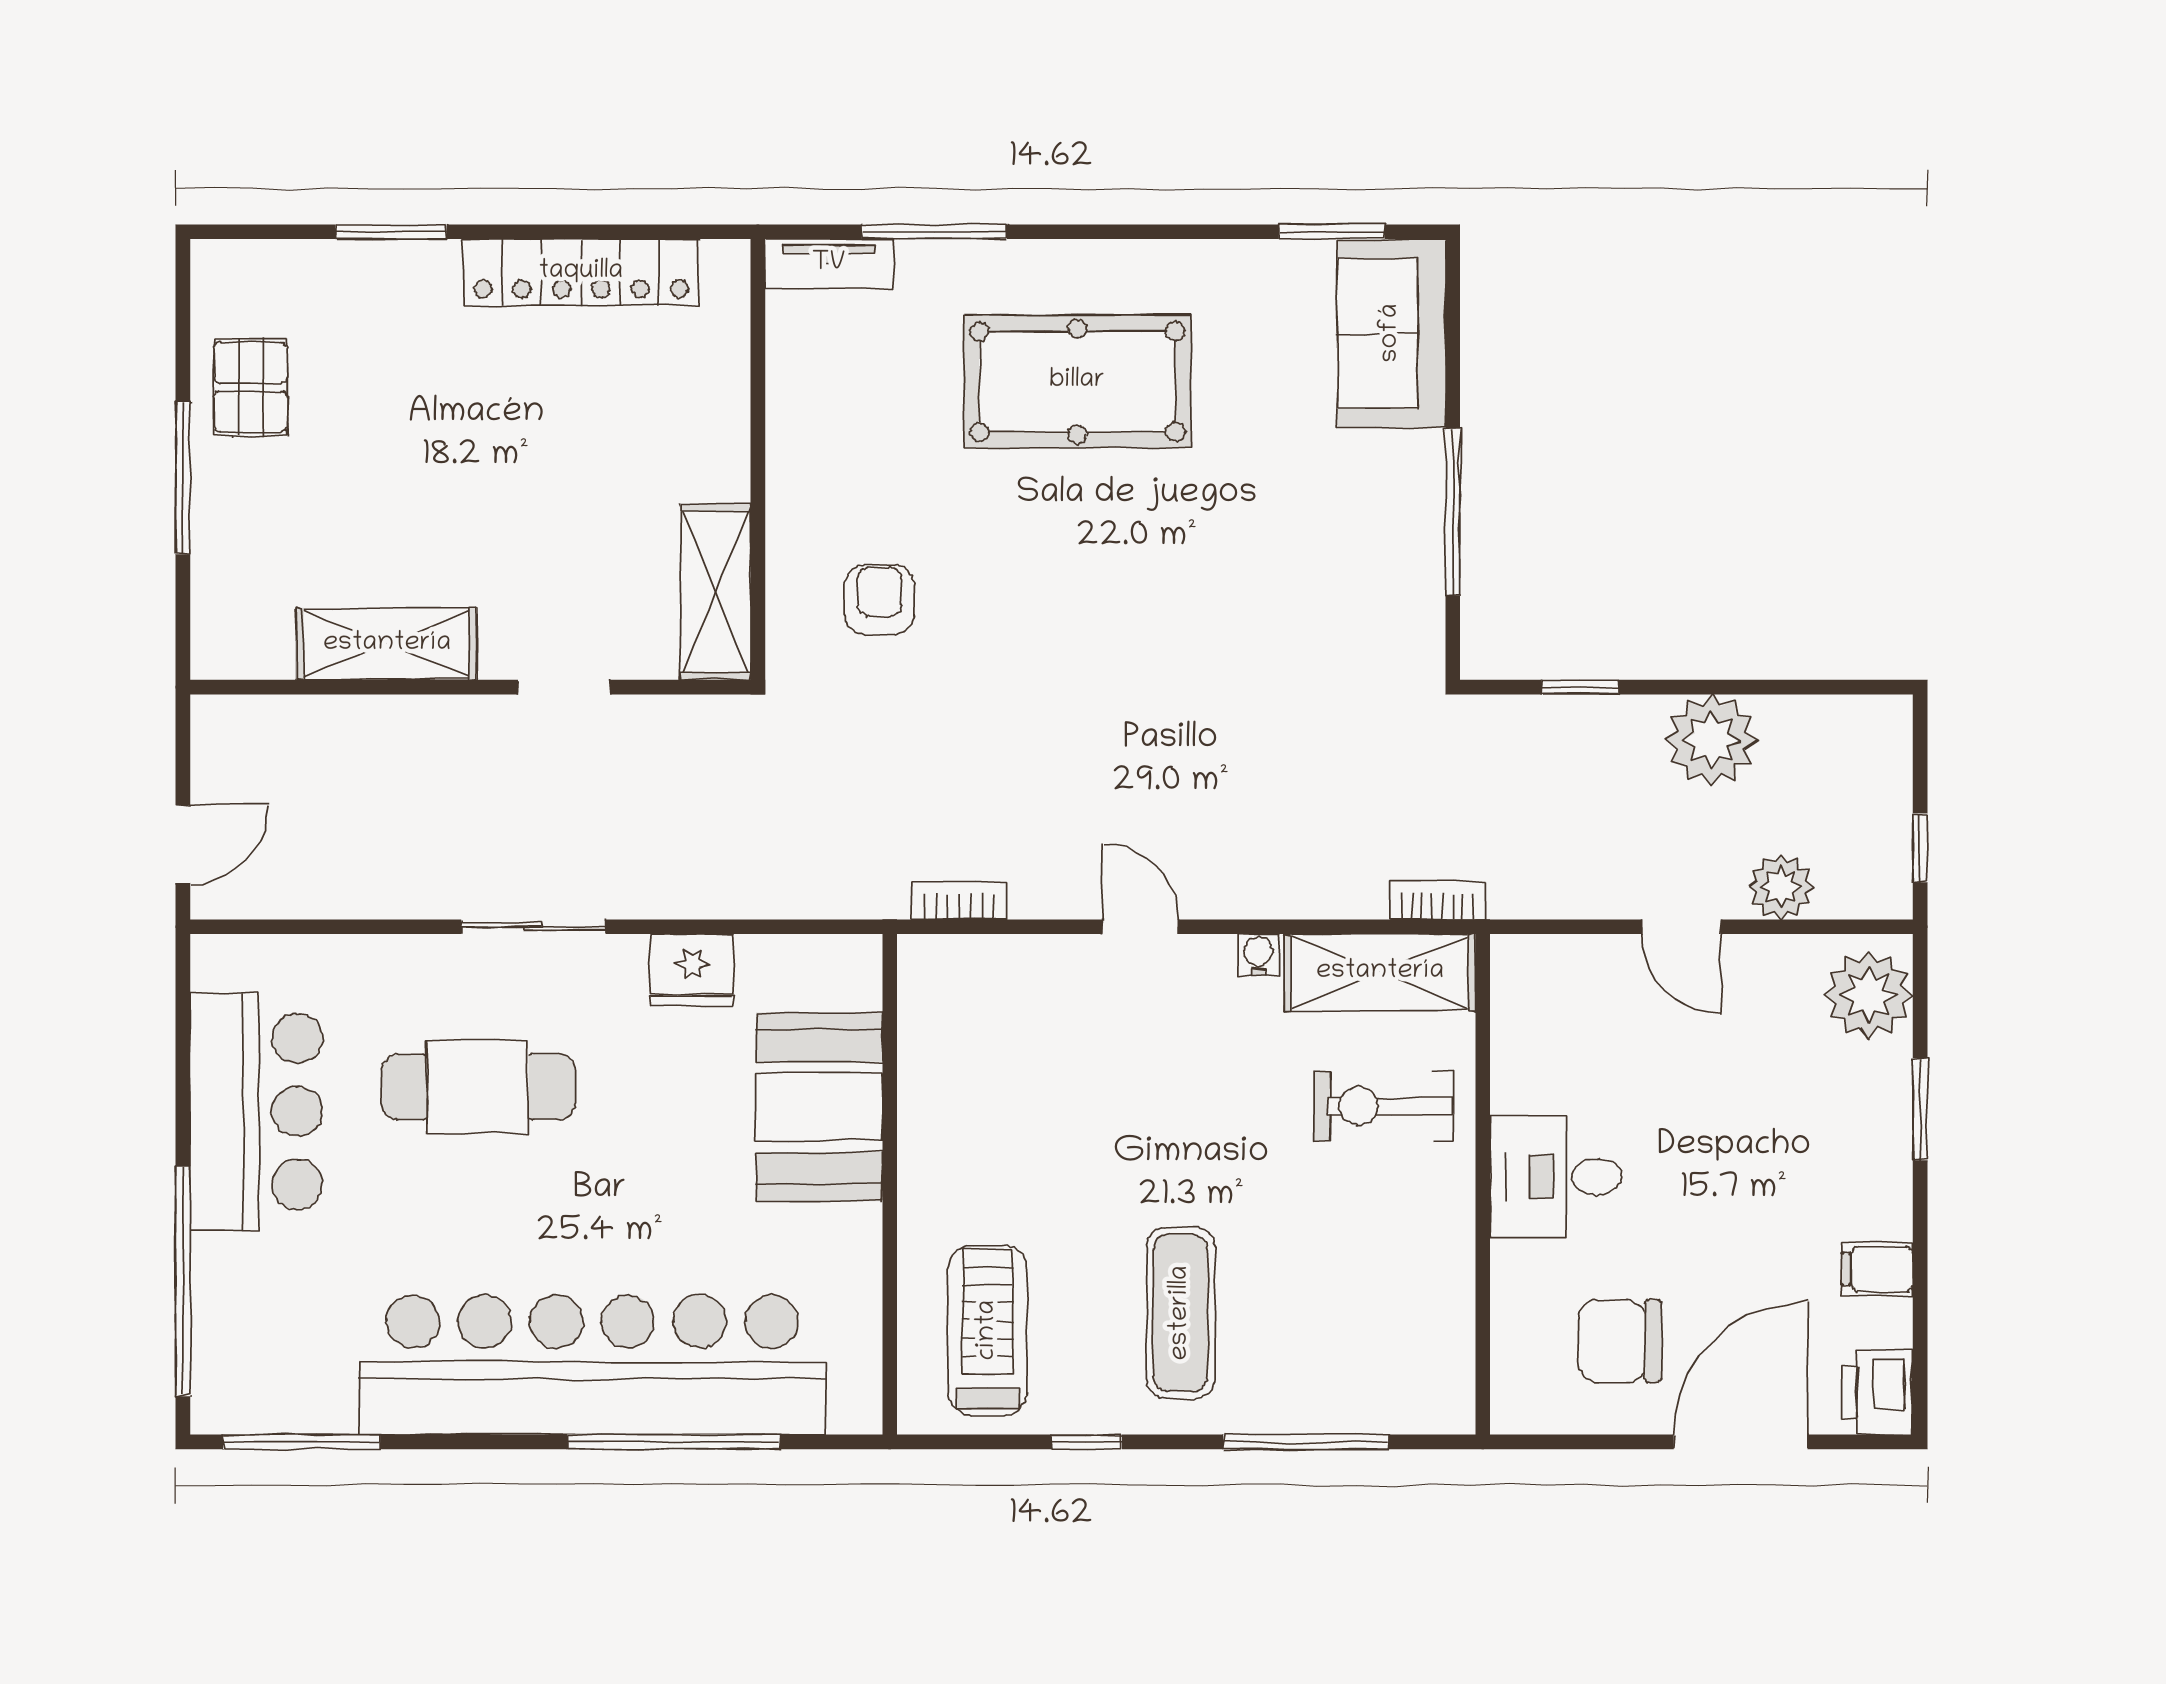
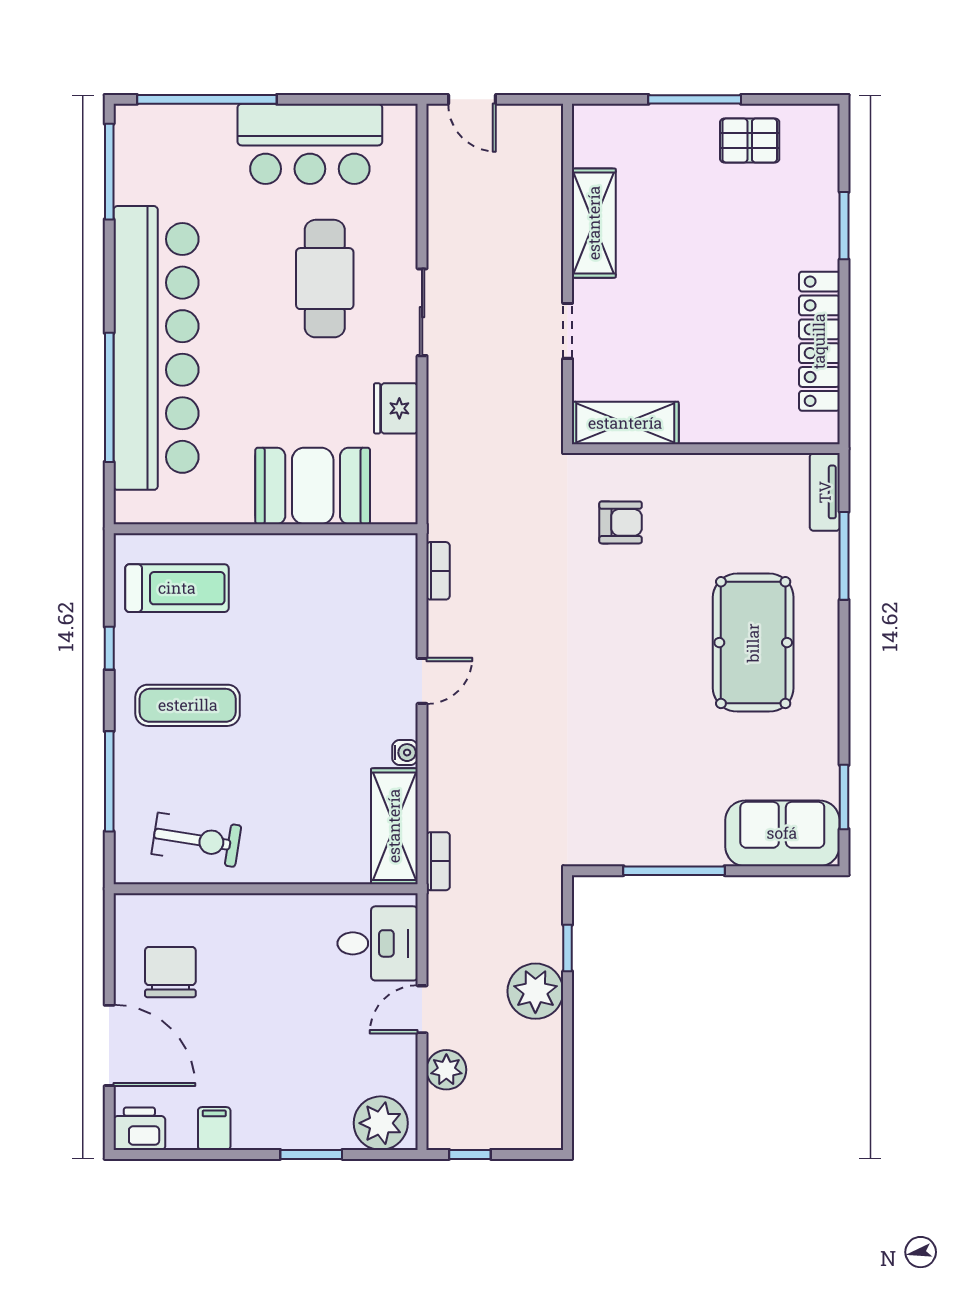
plant: (1711, 740) -> (535, 991), moved
exercise bike: (1383, 1106) -> (196, 840), moved, turned 99
desk: (1556, 1177) -> (378, 943), moved, turned 90

